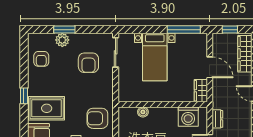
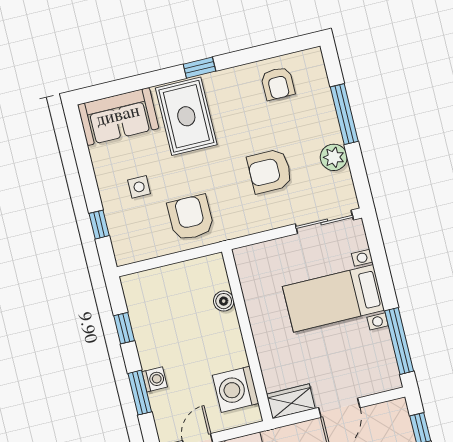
window: (64, 30) -> (344, 114), width x1.44
plant: (62, 40) -> (334, 157), moved
armchair: (41, 59) -> (278, 83), turned -90
armchair: (88, 63) -> (270, 171), moved

